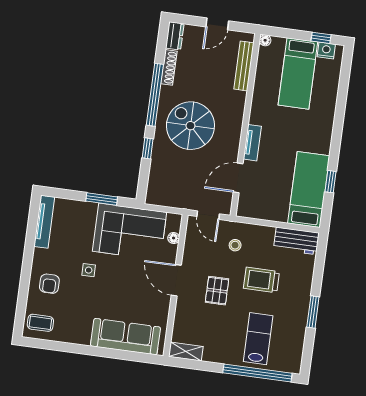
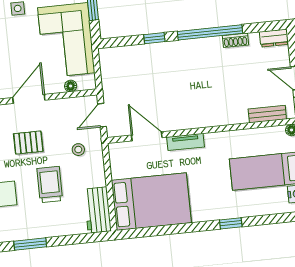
bench: (244, 66) -> (267, 114), width x0.73
shoe rack: (169, 67) -> (235, 40), width x0.70
spiral stairs: (190, 126) -> (188, 76), removed
window: (331, 182) -> (231, 223), moved
bed: (309, 189) -> (151, 202), width x1.50

